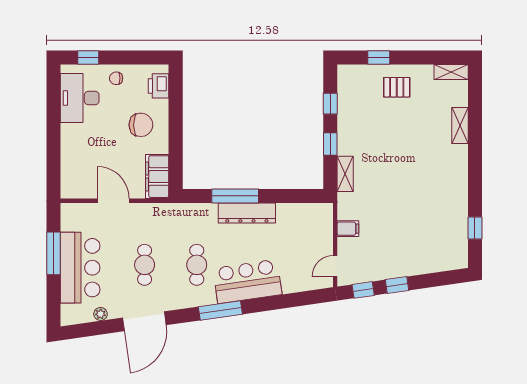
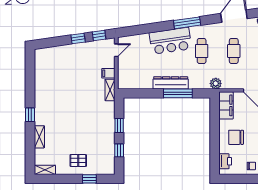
shelving: (345, 174) -> (110, 90), moved
plant: (174, 212) -> (216, 83), added
window: (475, 228) -> (30, 115), moved

